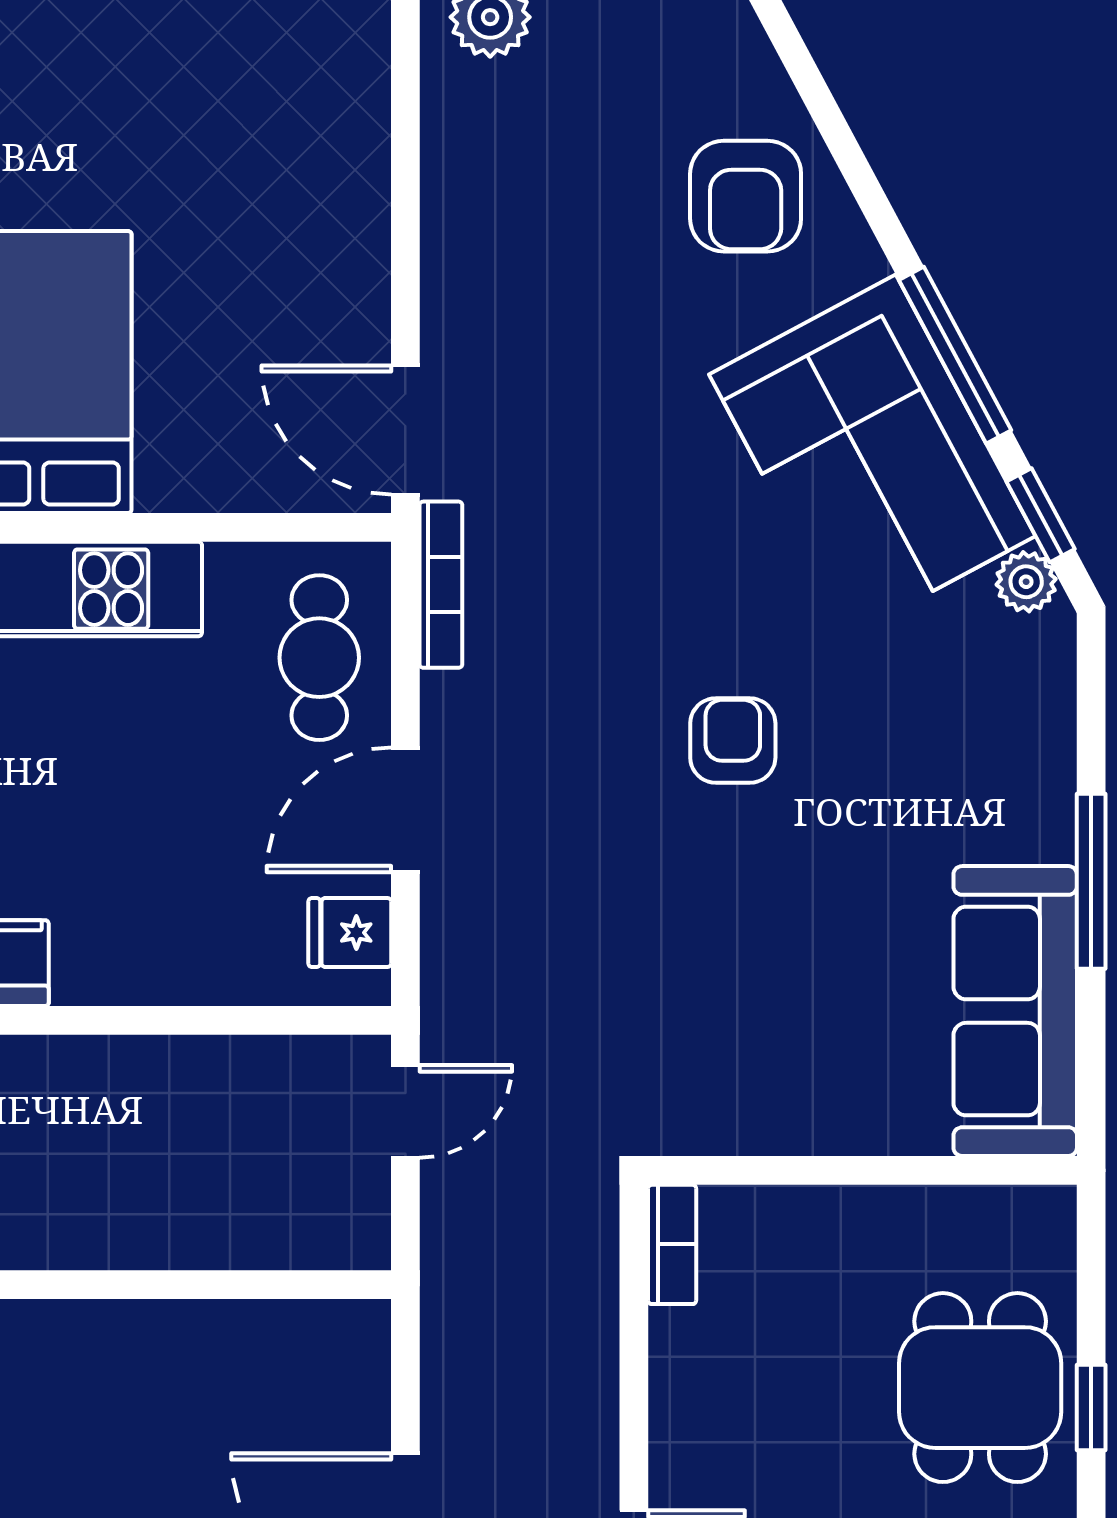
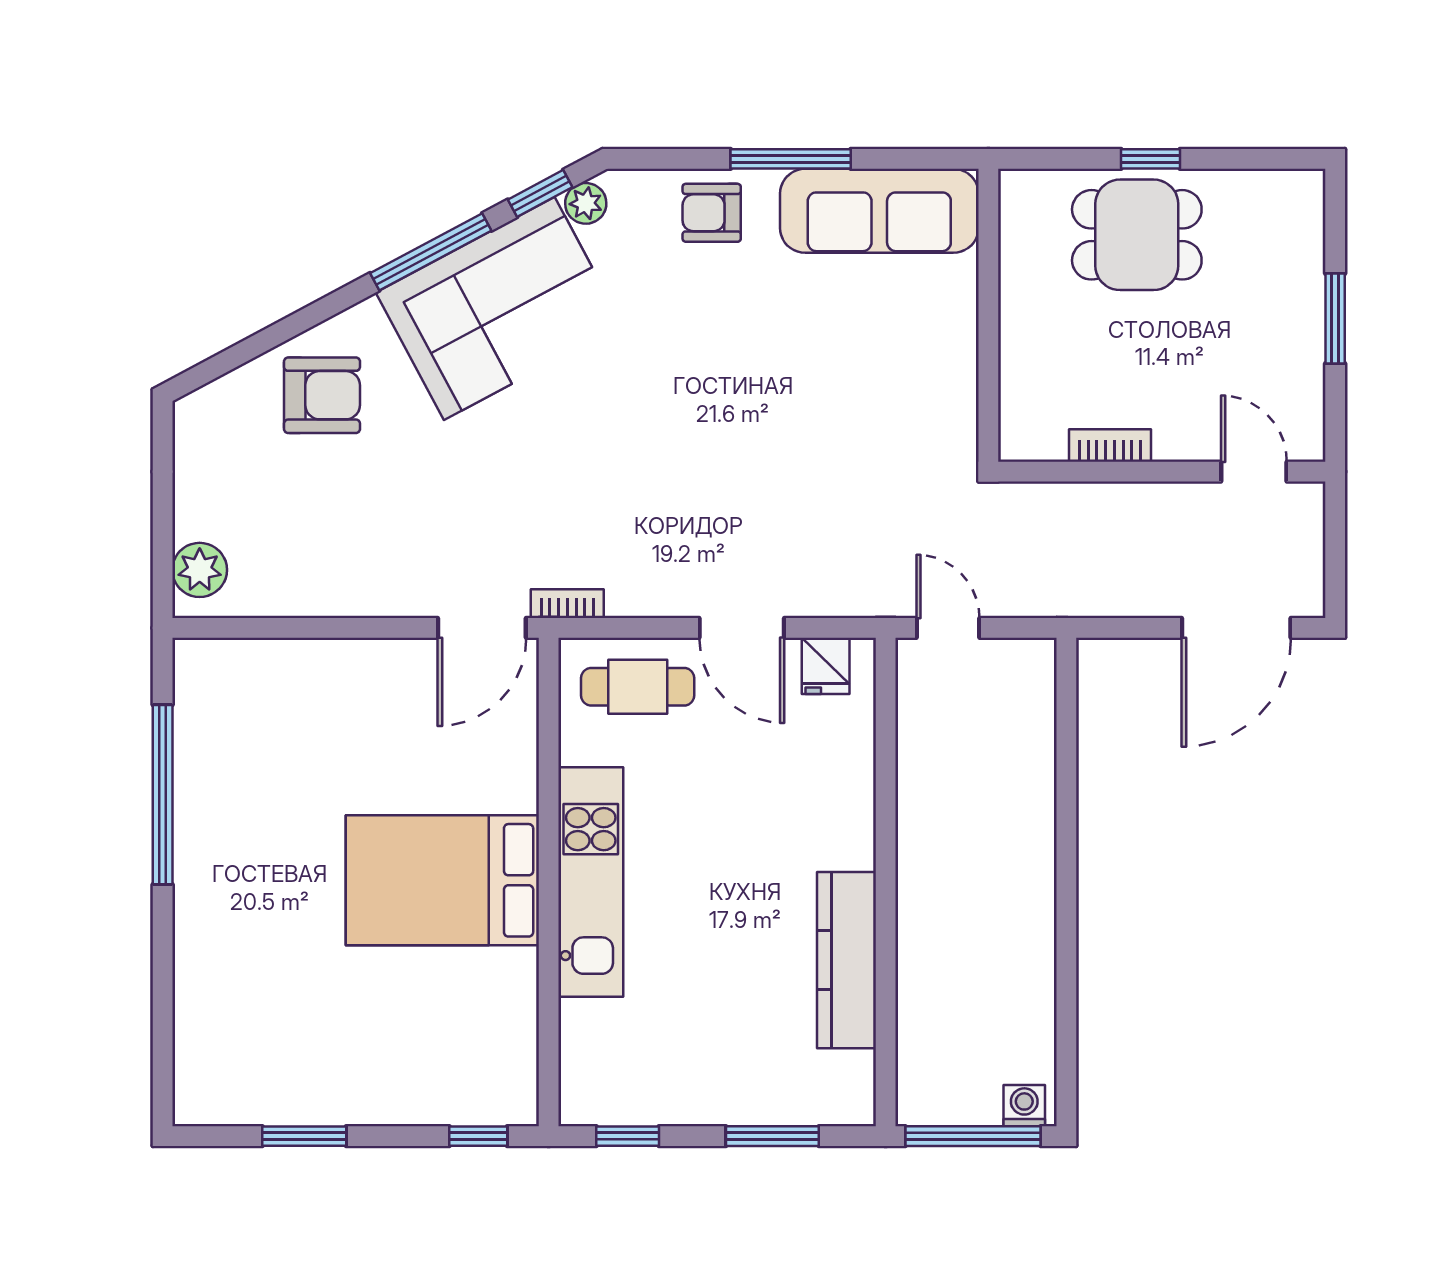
bookcase: (441, 585) -> (567, 604), width x0.64
armchair: (733, 740) -> (712, 213), moved
bookcase: (672, 1244) -> (1110, 445), moved

